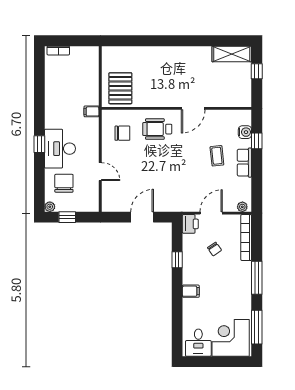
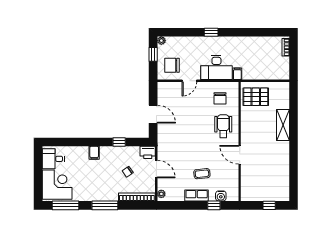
shelving: (232, 54) -> (283, 125), moved
desk: (60, 149) -> (216, 68), moved, turned 180
chair: (64, 183) -> (172, 65), moved, turned 180

